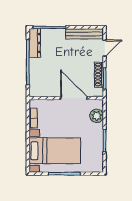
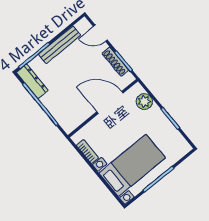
bench: (85, 34) -> (60, 45), moved
door: (105, 48) -> (100, 33), swing flipped

